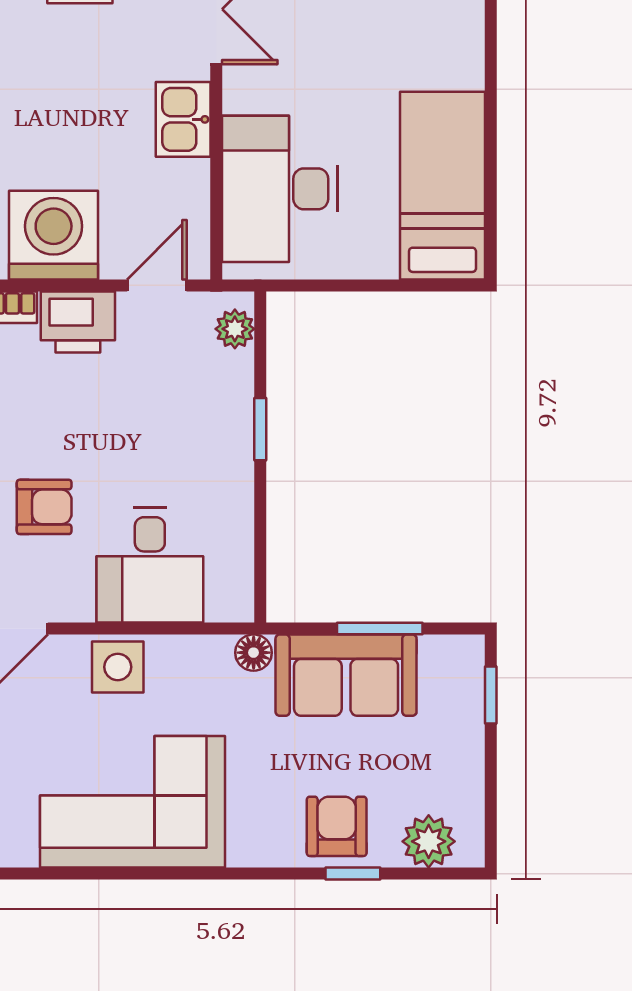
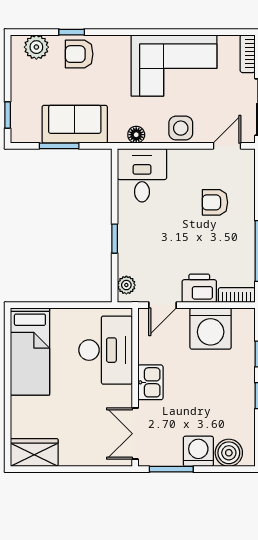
desk: (150, 565) -> (142, 175), moved
floor lamp: (254, 653) -> (136, 135), moved
armchair: (337, 826) -> (79, 54), turned 90

